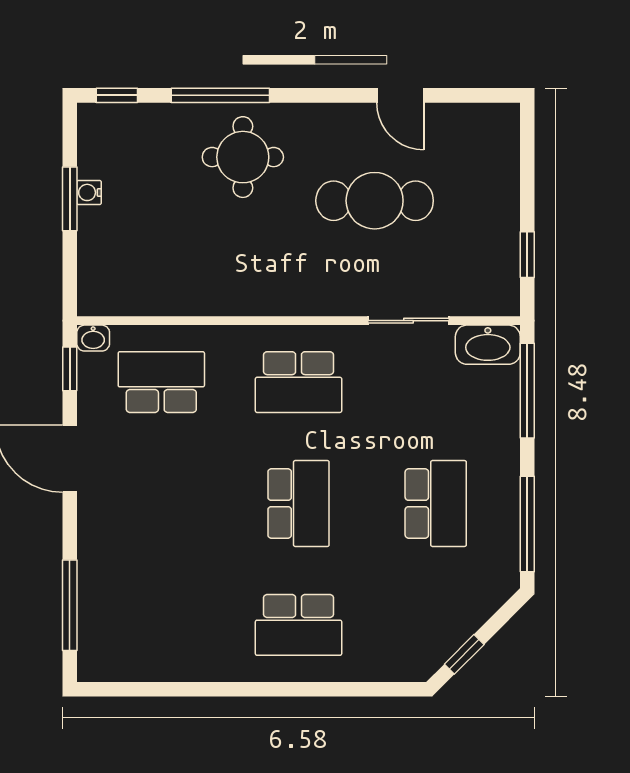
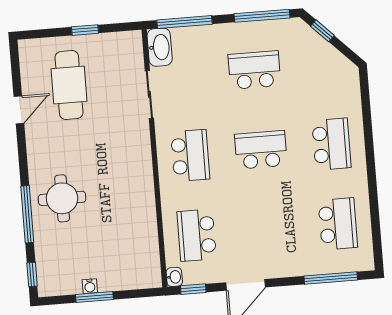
cafe table: (375, 201) -> (69, 85), moved
window: (527, 255) -> (85, 30), moved
school desk: (161, 625) -> (338, 224), added
window: (464, 654) -> (322, 31), moved

